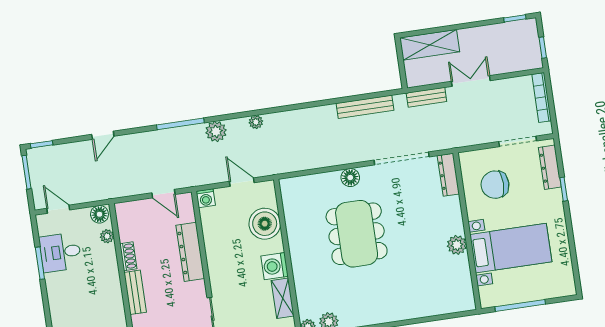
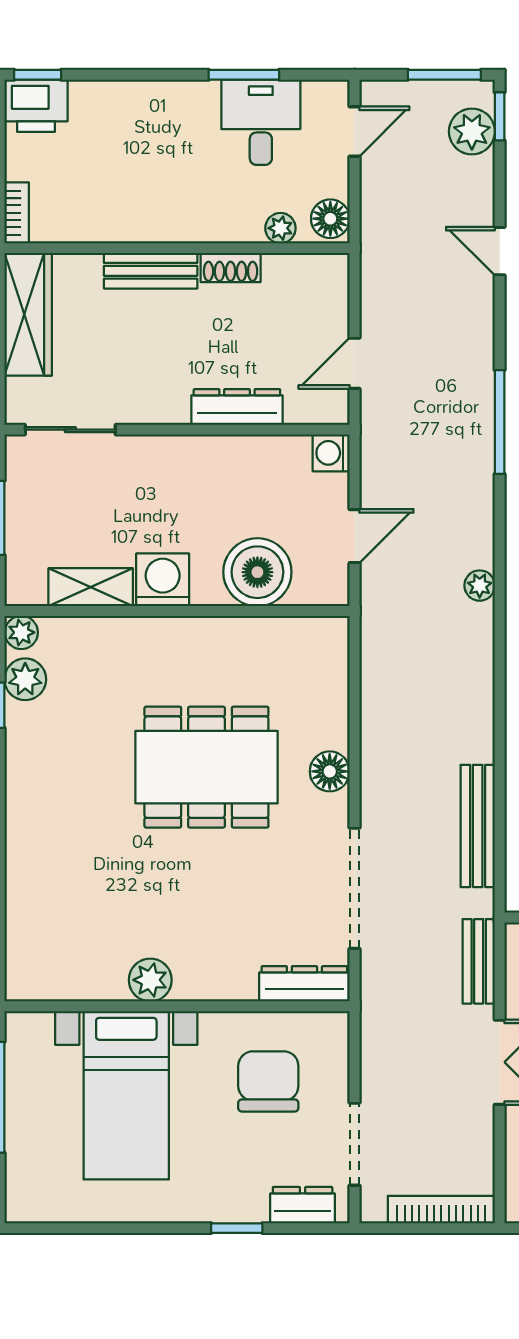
plant: (216, 131) -> (472, 131), moved
dresser: (550, 167) -> (303, 1205), width x0.70
dresser: (190, 252) -> (237, 407), width x0.73, depth x0.80

